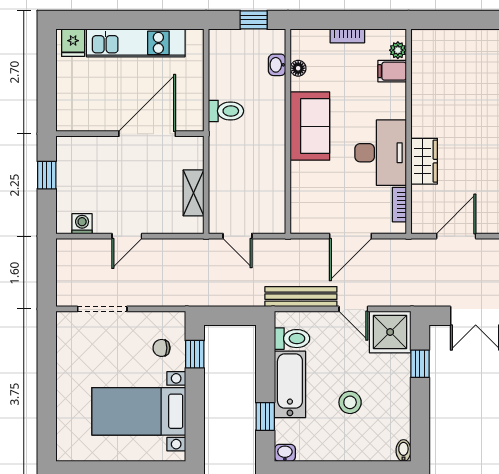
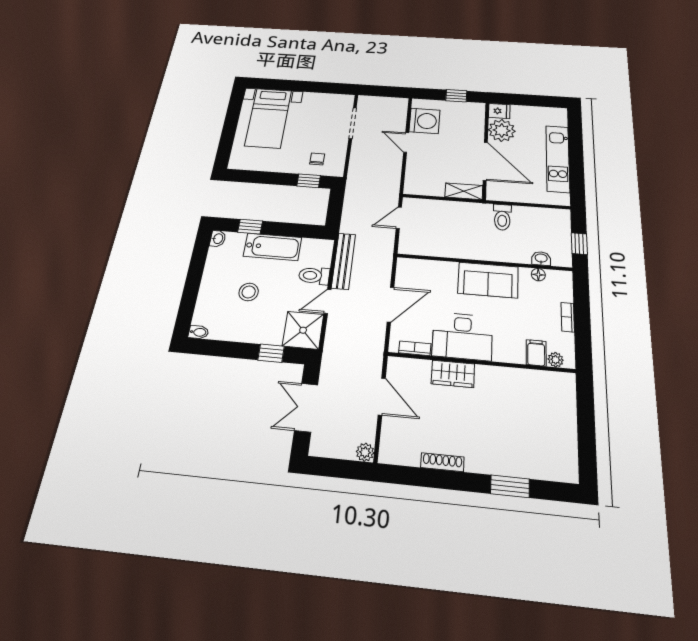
fridge: (73, 43) -> (499, 111), moved, turned 180
plant: (98, 114) -> (502, 130), added
shelving: (193, 193) -> (464, 191), moved
washing machine: (82, 224) -> (424, 121), width x1.89, depth x1.89
door: (350, 236) -> (391, 305), swing flipped
toilet: (292, 339) -> (314, 276), moved, turned 90
bed with nightstands: (139, 411) -> (268, 118), moved, turned 180

